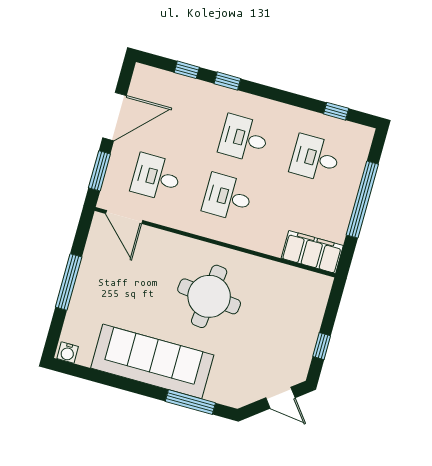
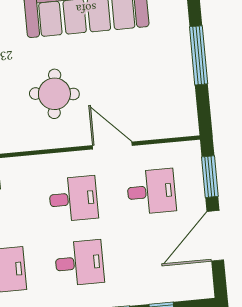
door: (124, 217) -> (112, 146), moved
round table: (209, 296) -> (54, 94), width x0.73, depth x0.73

